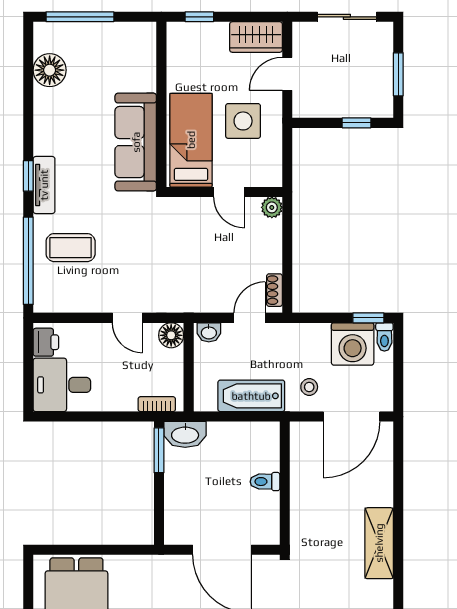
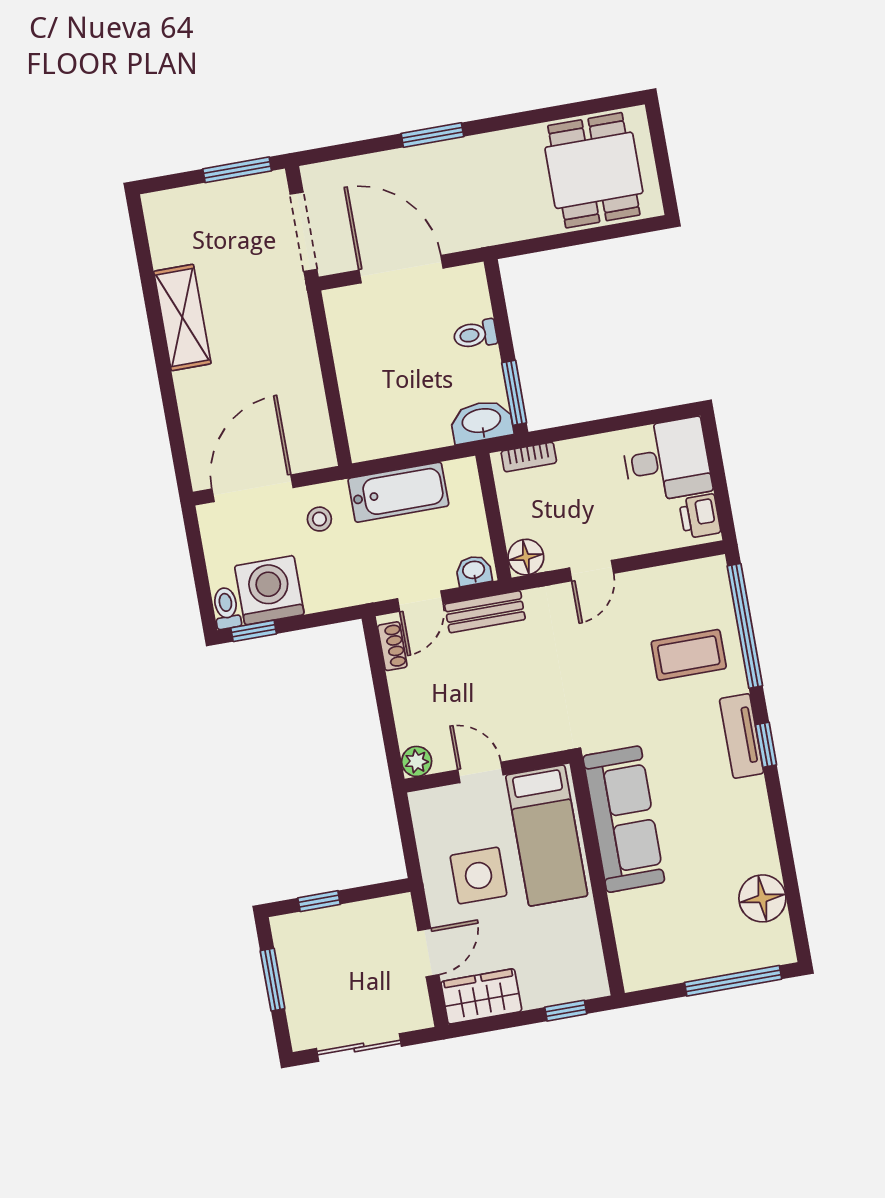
bench: (206, 303) -> (485, 612), added
door: (127, 318) -> (592, 571), swing flipped
toilet: (265, 482) -> (475, 334), moved, turned 180

